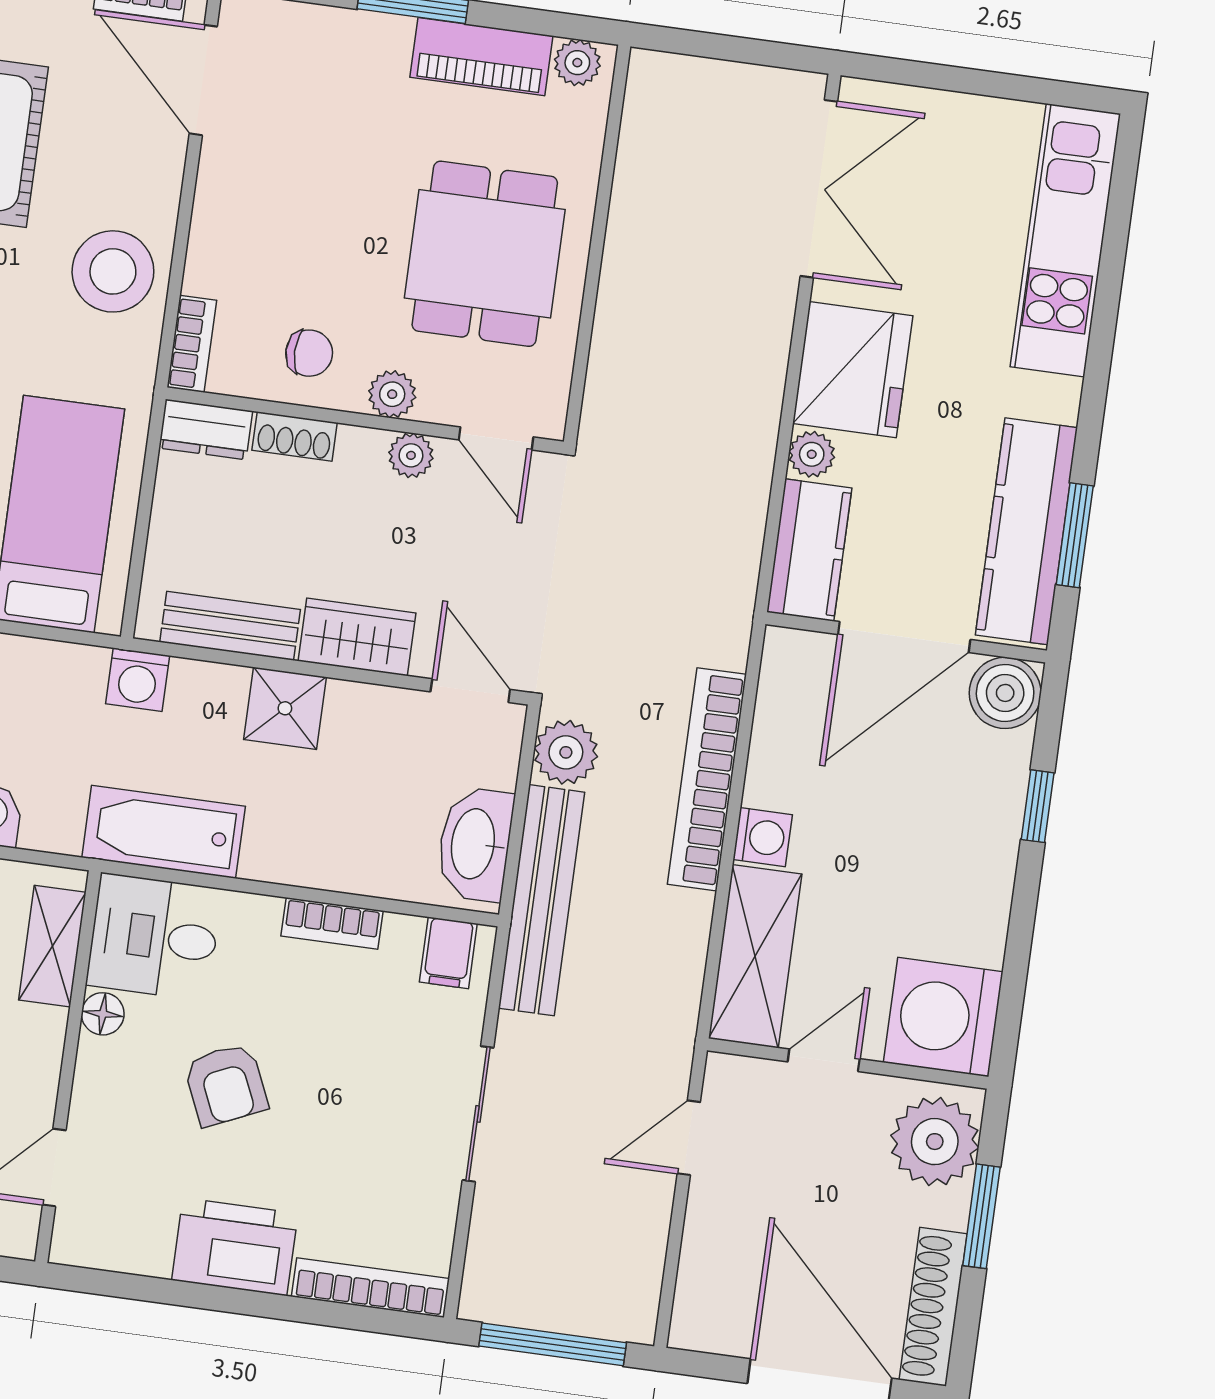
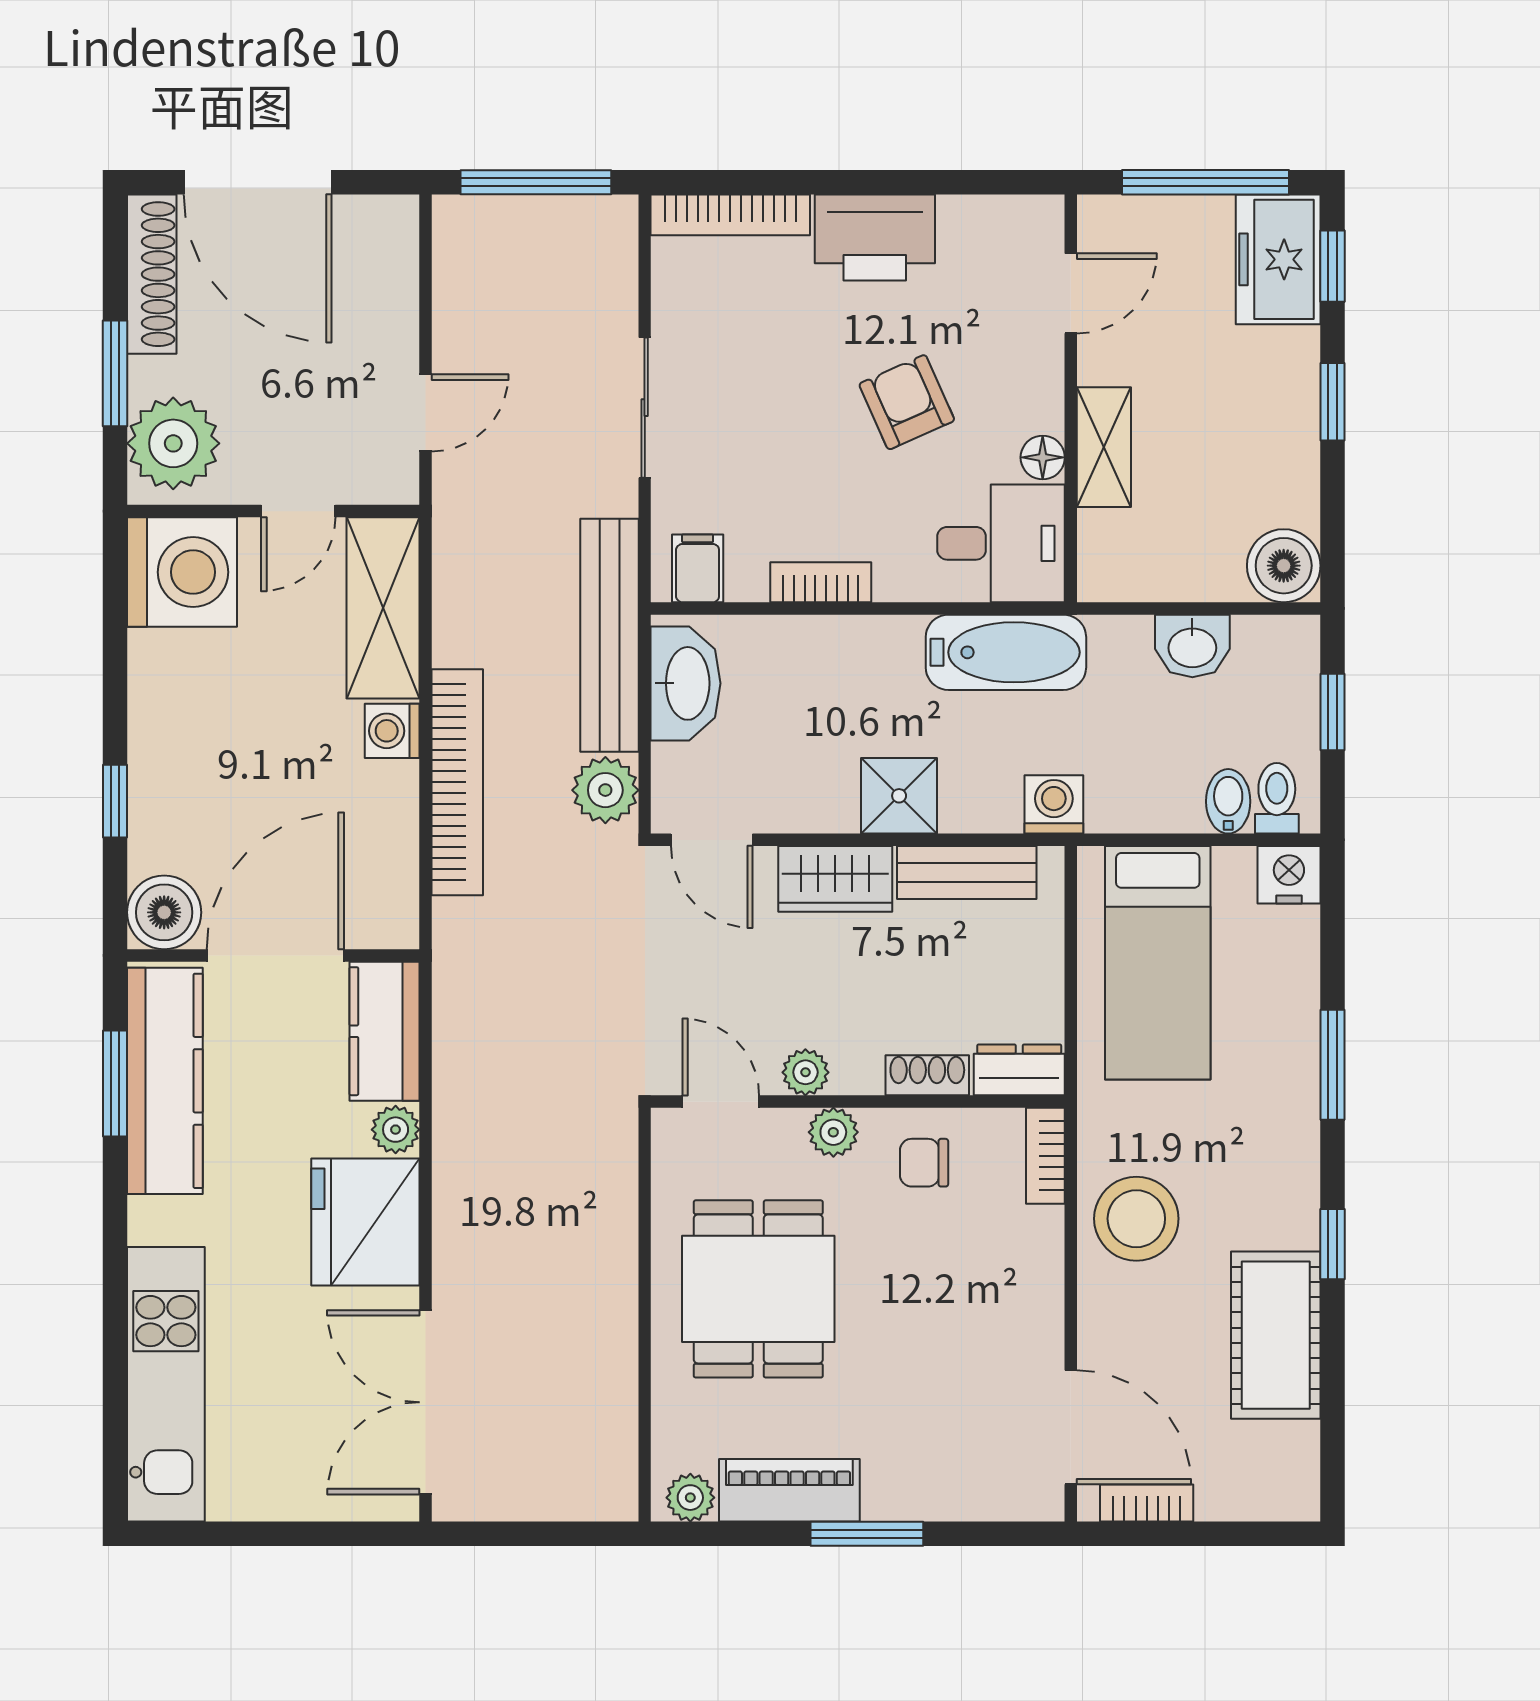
shelving: (52, 946) -> (1104, 447), moved

